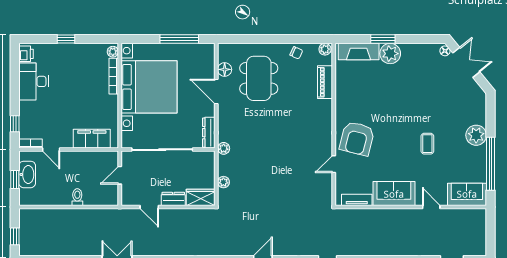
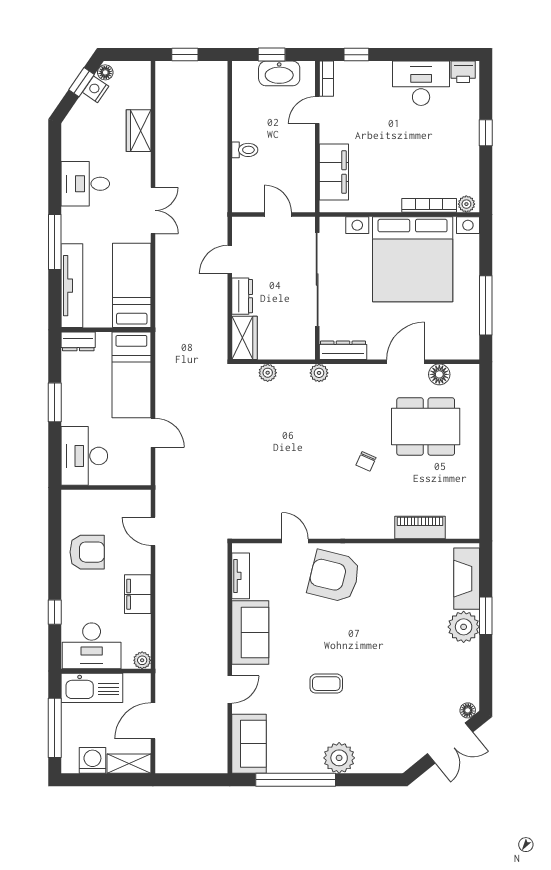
plant: (325, 49) -> (470, 527), removed
chair: (296, 53) -> (366, 461), moved

